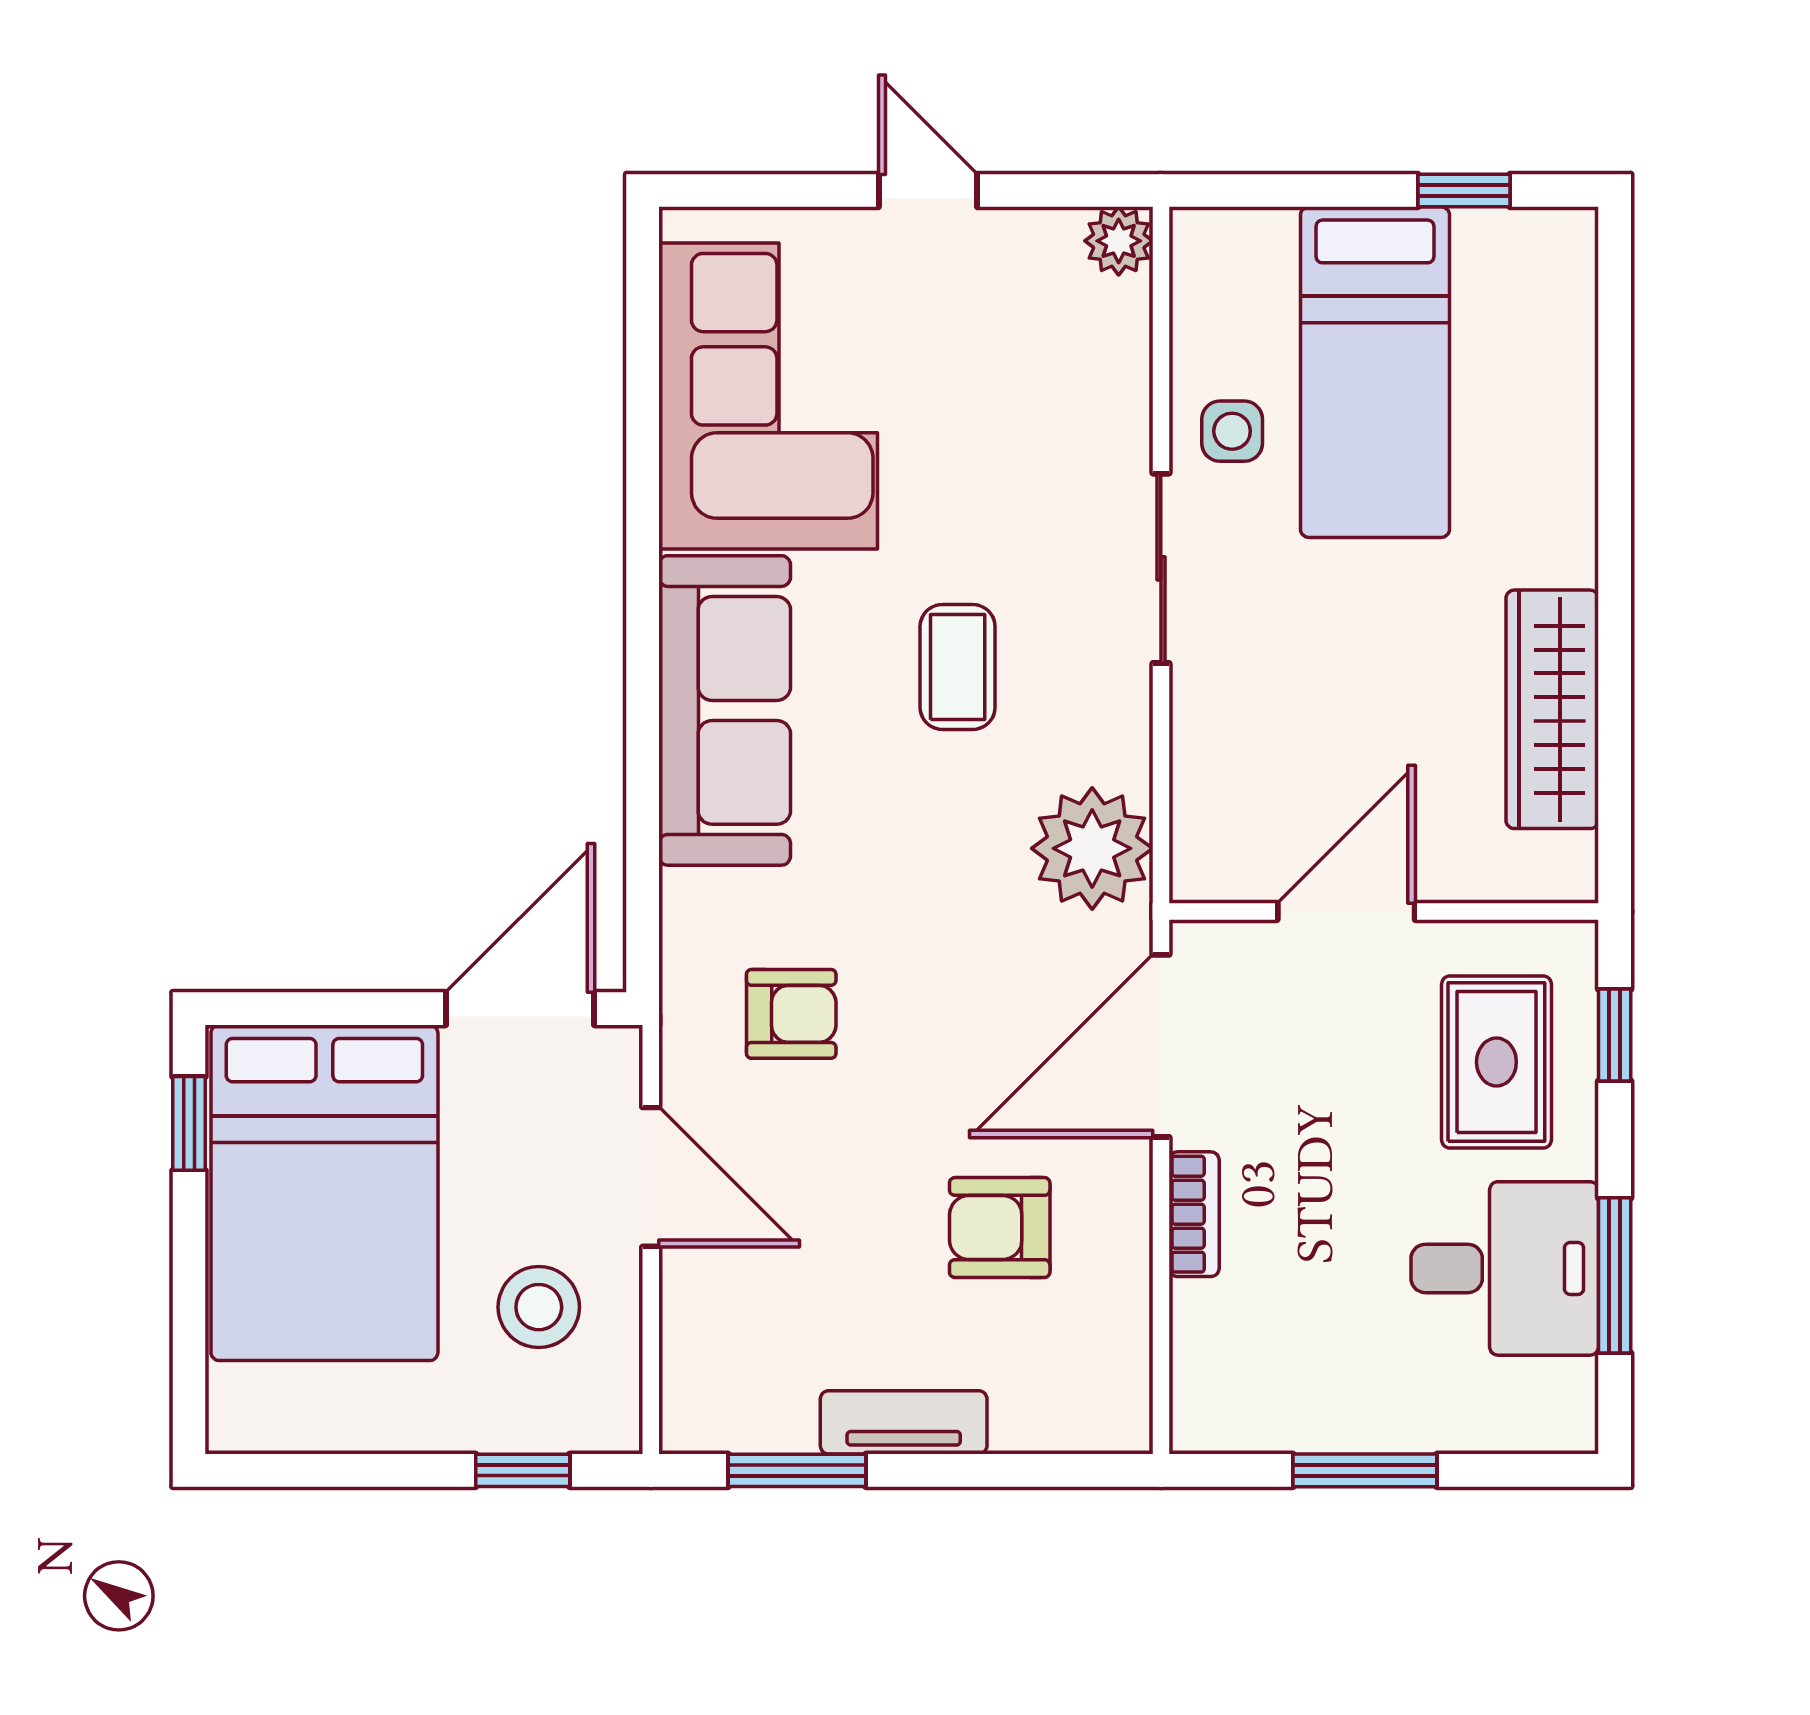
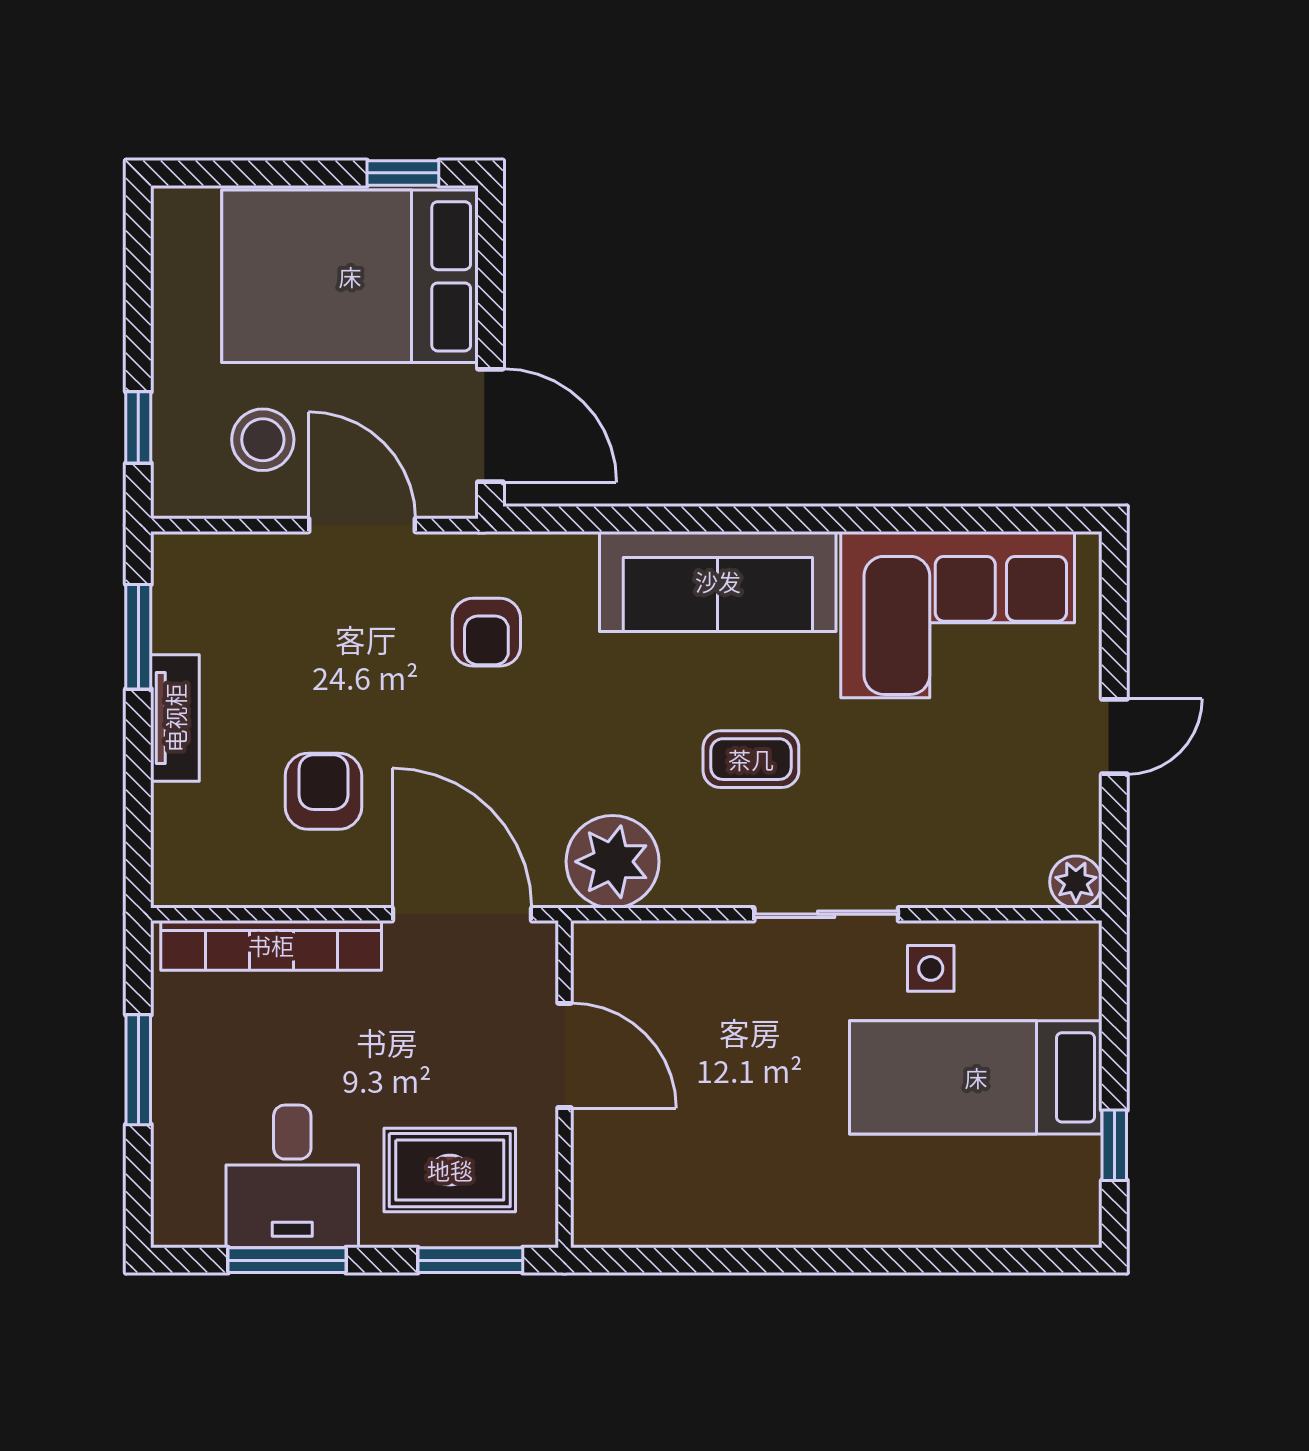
wardrobe: (1552, 709) -> (719, 1213), removed
window: (1615, 1035) -> (470, 1260), width x1.50
door: (651, 1177) -> (362, 525), swing flipped
bookcase: (1194, 1214) -> (271, 945), width x2.31, depth x1.31

